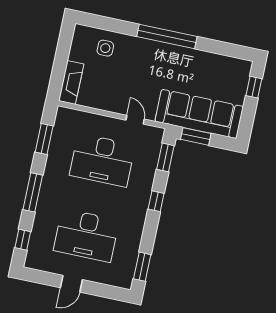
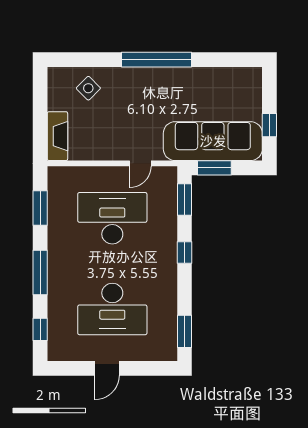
side table: (105, 48) -> (88, 88), turned 45
window: (254, 87) -> (269, 125), moved
door: (135, 120) -> (140, 163), swing flipped
desk: (102, 160) -> (112, 218), turned 180

